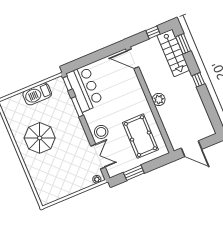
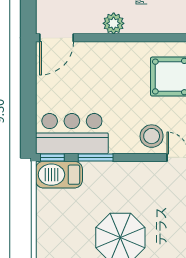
barbecue: (37, 94) -> (59, 175), moved, turned 90
plant: (159, 99) -> (114, 23), moved

